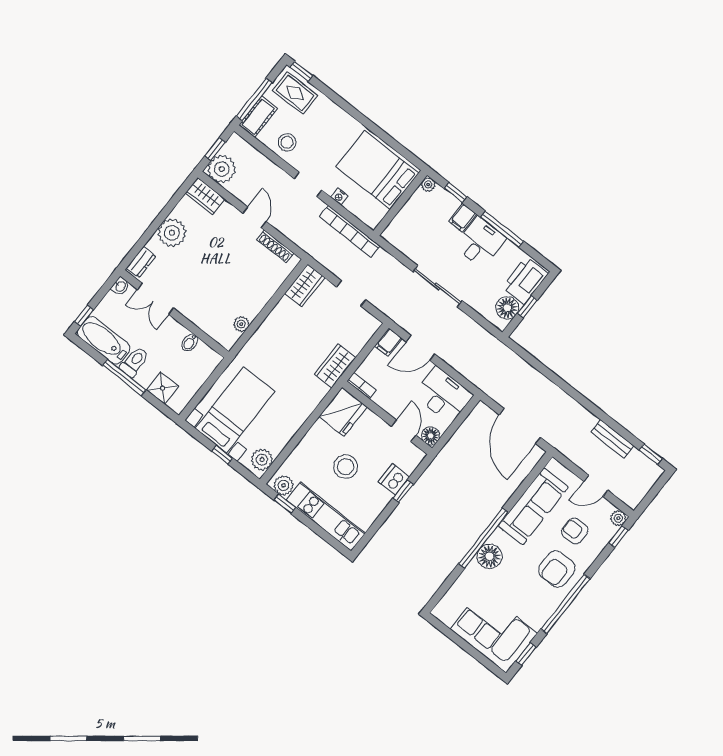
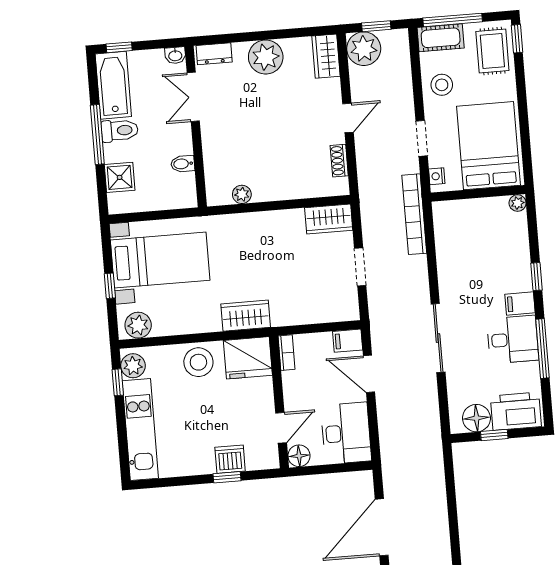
bed: (377, 170) -> (489, 146), moved
plant: (428, 185) -> (518, 203), moved
wall: (400, 203) -> (478, 193), moved
shoe rack: (275, 246) -> (339, 161), width x0.70
wardrobe: (335, 366) -> (246, 316), moved
stool: (346, 467) -> (198, 362), moved

